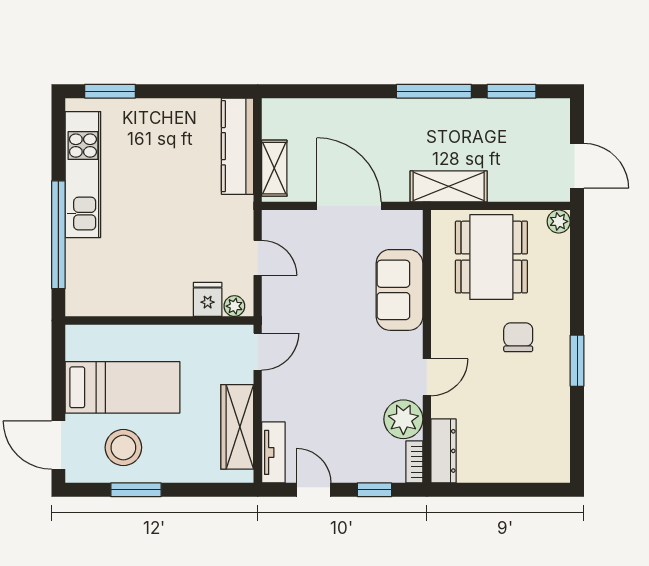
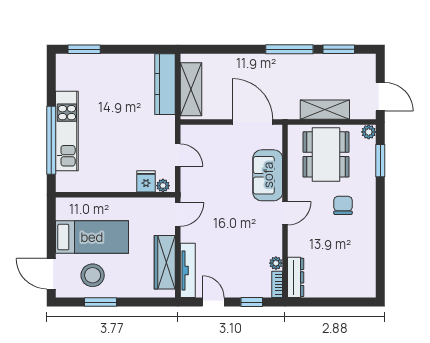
shelving: (274, 168) -> (191, 89), width x1.50, depth x1.33
kitchen unit: (83, 175) -> (67, 131), moved
shelving: (449, 186) -> (325, 110), moved
door: (349, 206) -> (252, 122), moved
window: (577, 361) -> (380, 161), moved
door: (427, 377) -> (285, 213), moved
plant: (403, 419) -> (276, 263), width x0.53, depth x0.53
tv unit: (273, 452) -> (188, 270), width x1.41

